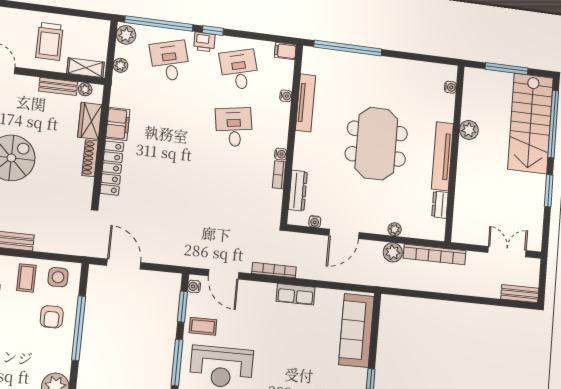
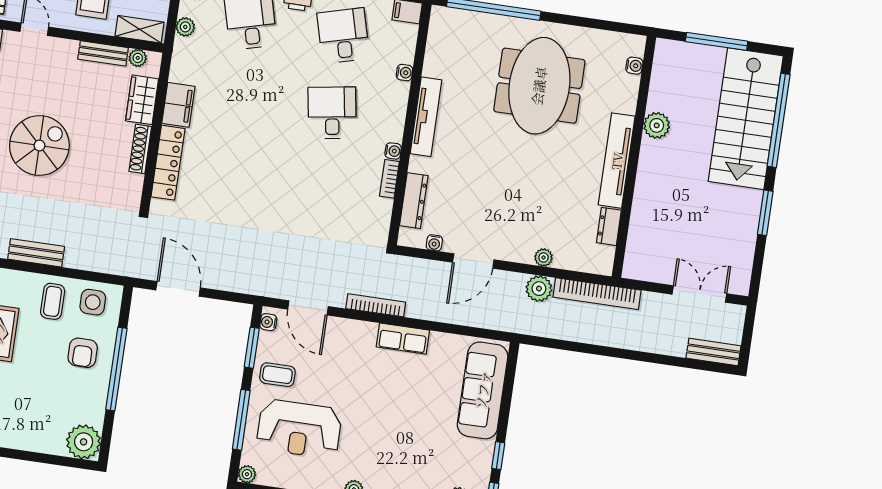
tv unit: (306, 103) -> (426, 117), moved
meeting table: (376, 144) -> (539, 86), moved

